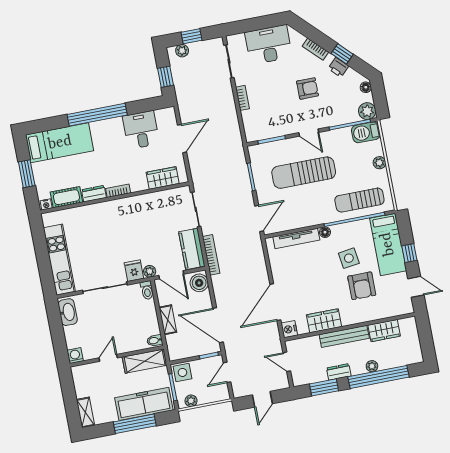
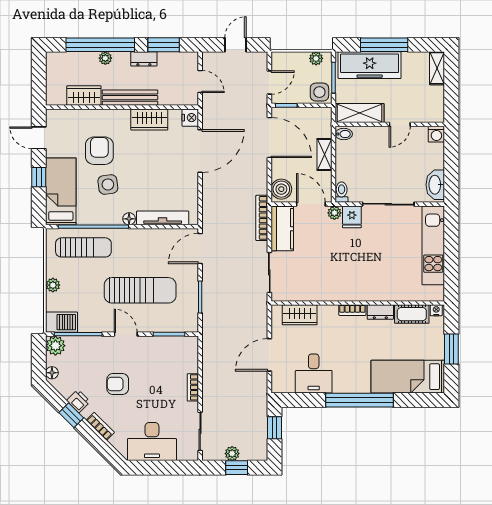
plant: (182, 51) -> (232, 454), moved

